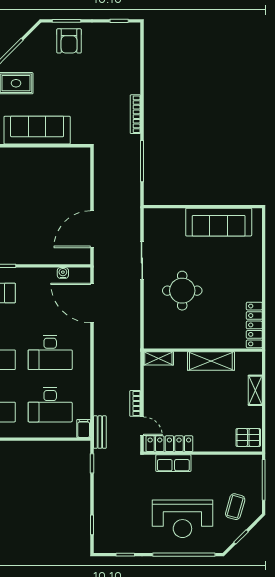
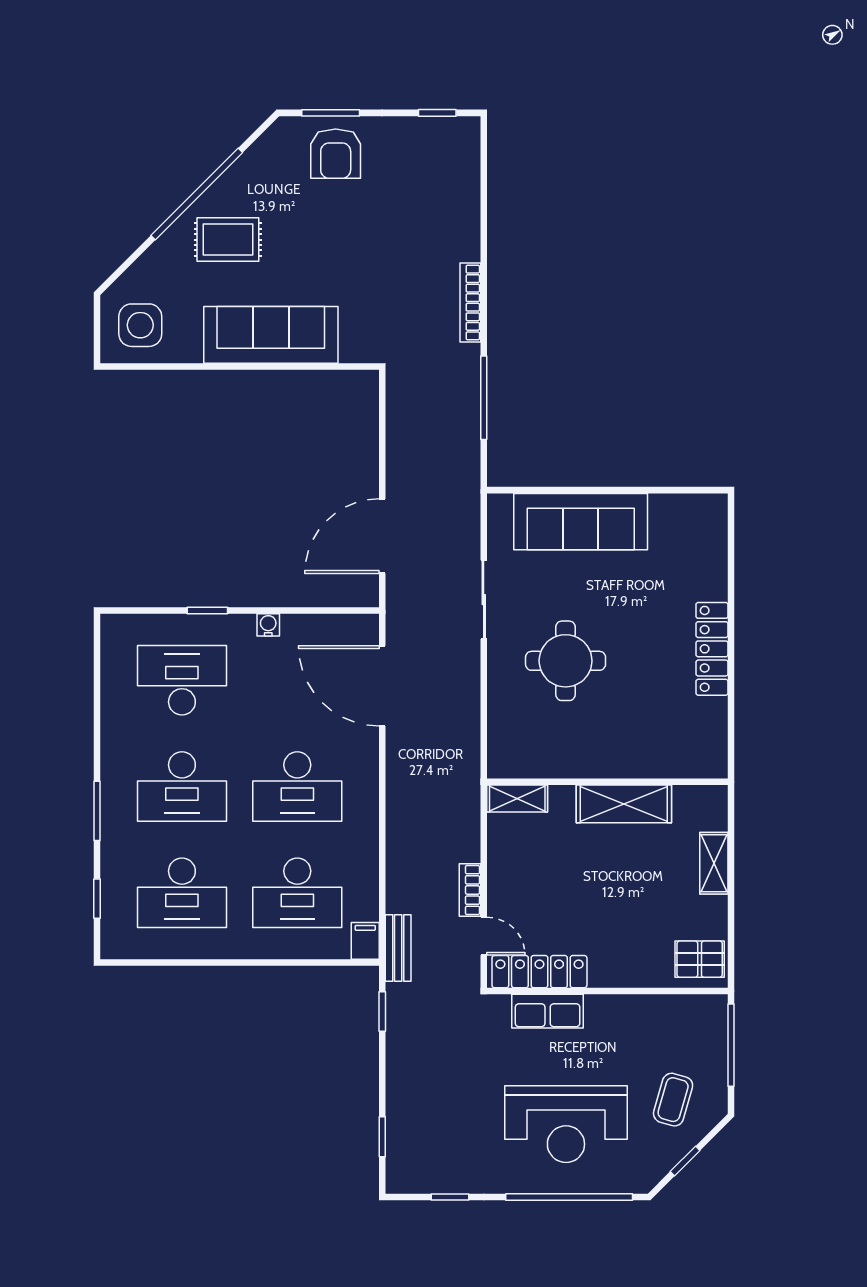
sofa: (219, 222) -> (581, 522), moved
water cooler: (63, 273) -> (268, 625), moved
locker: (254, 325) -> (712, 649), moved

